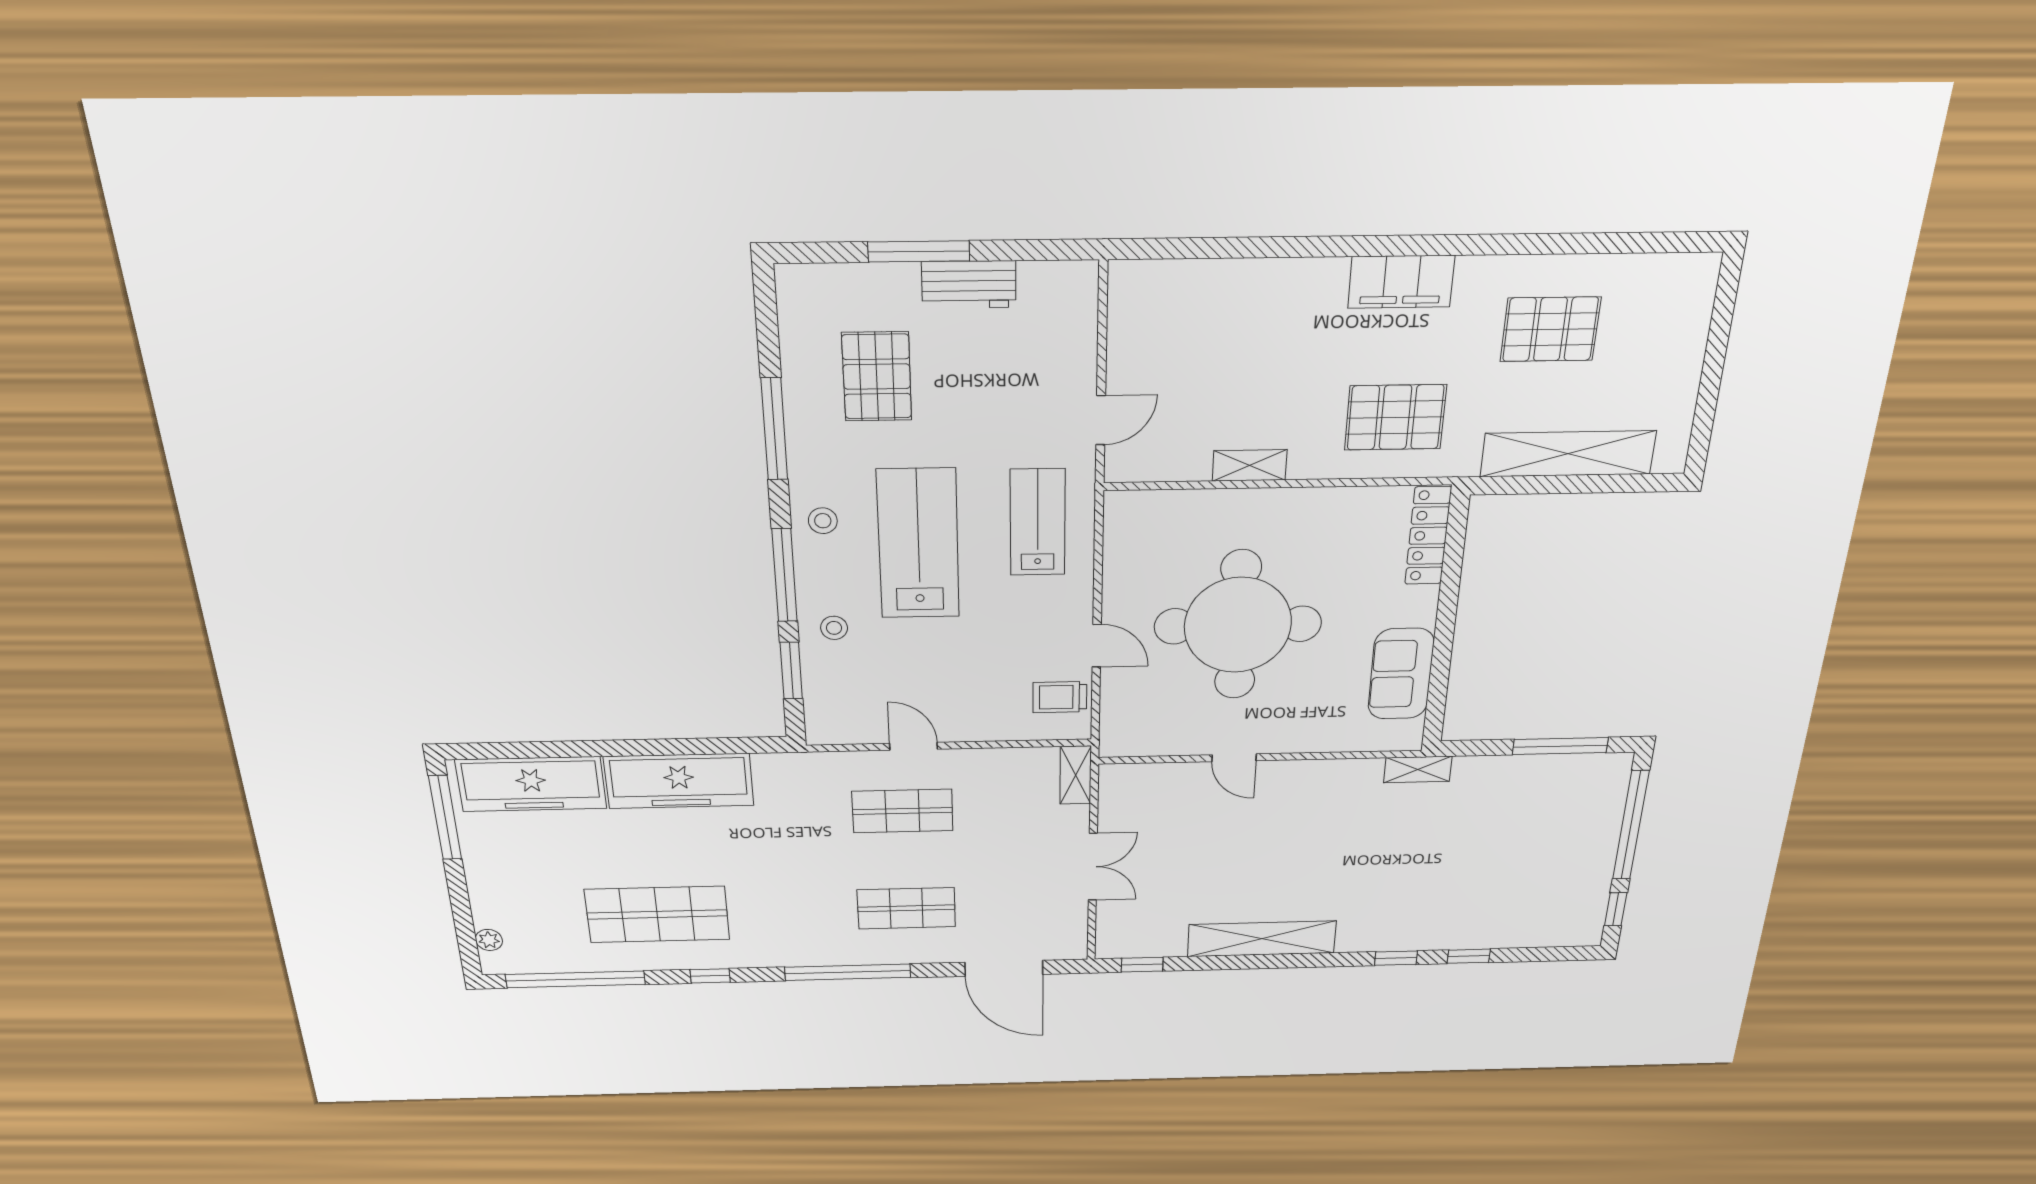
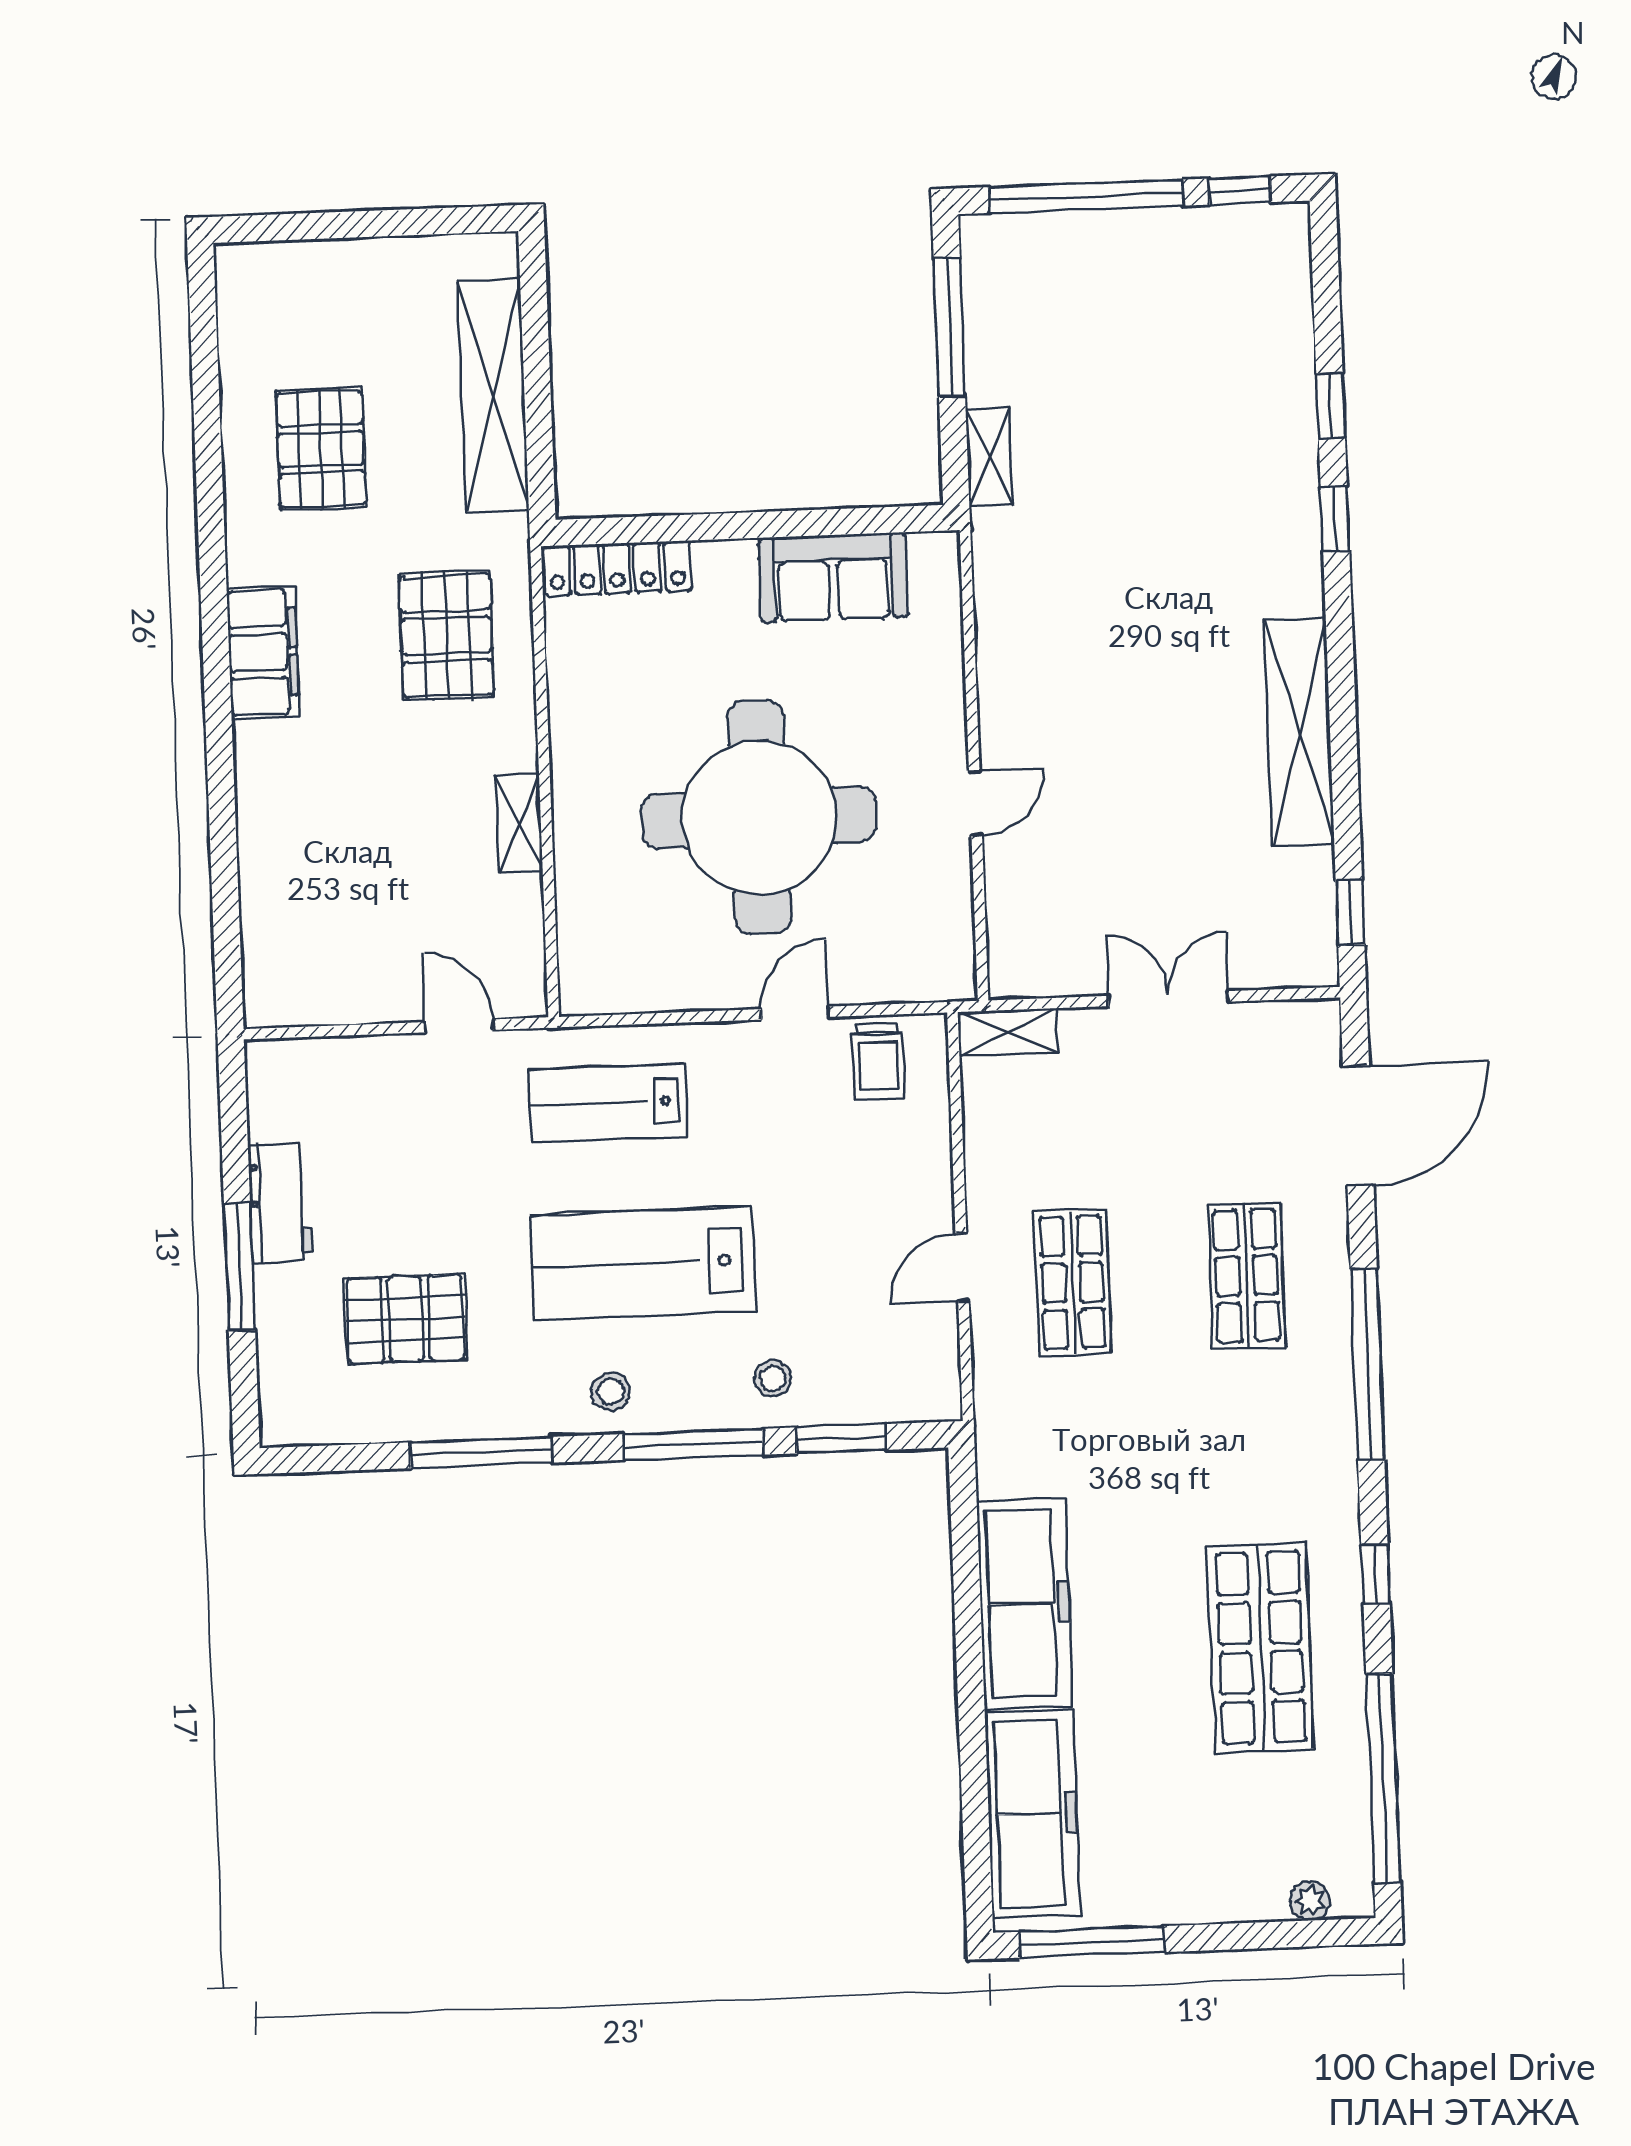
shelving: (1418, 769) -> (989, 457), moved

